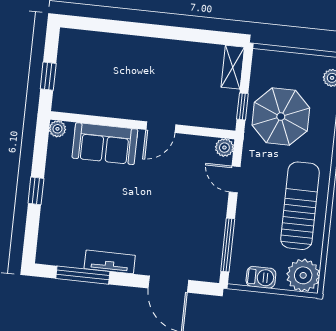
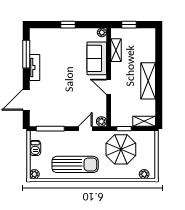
shelving: (158, 52) -> (148, 81), added
shelving: (94, 106) -> (116, 50), added
plant: (303, 275) -> (34, 174), width x0.53, depth x0.53

